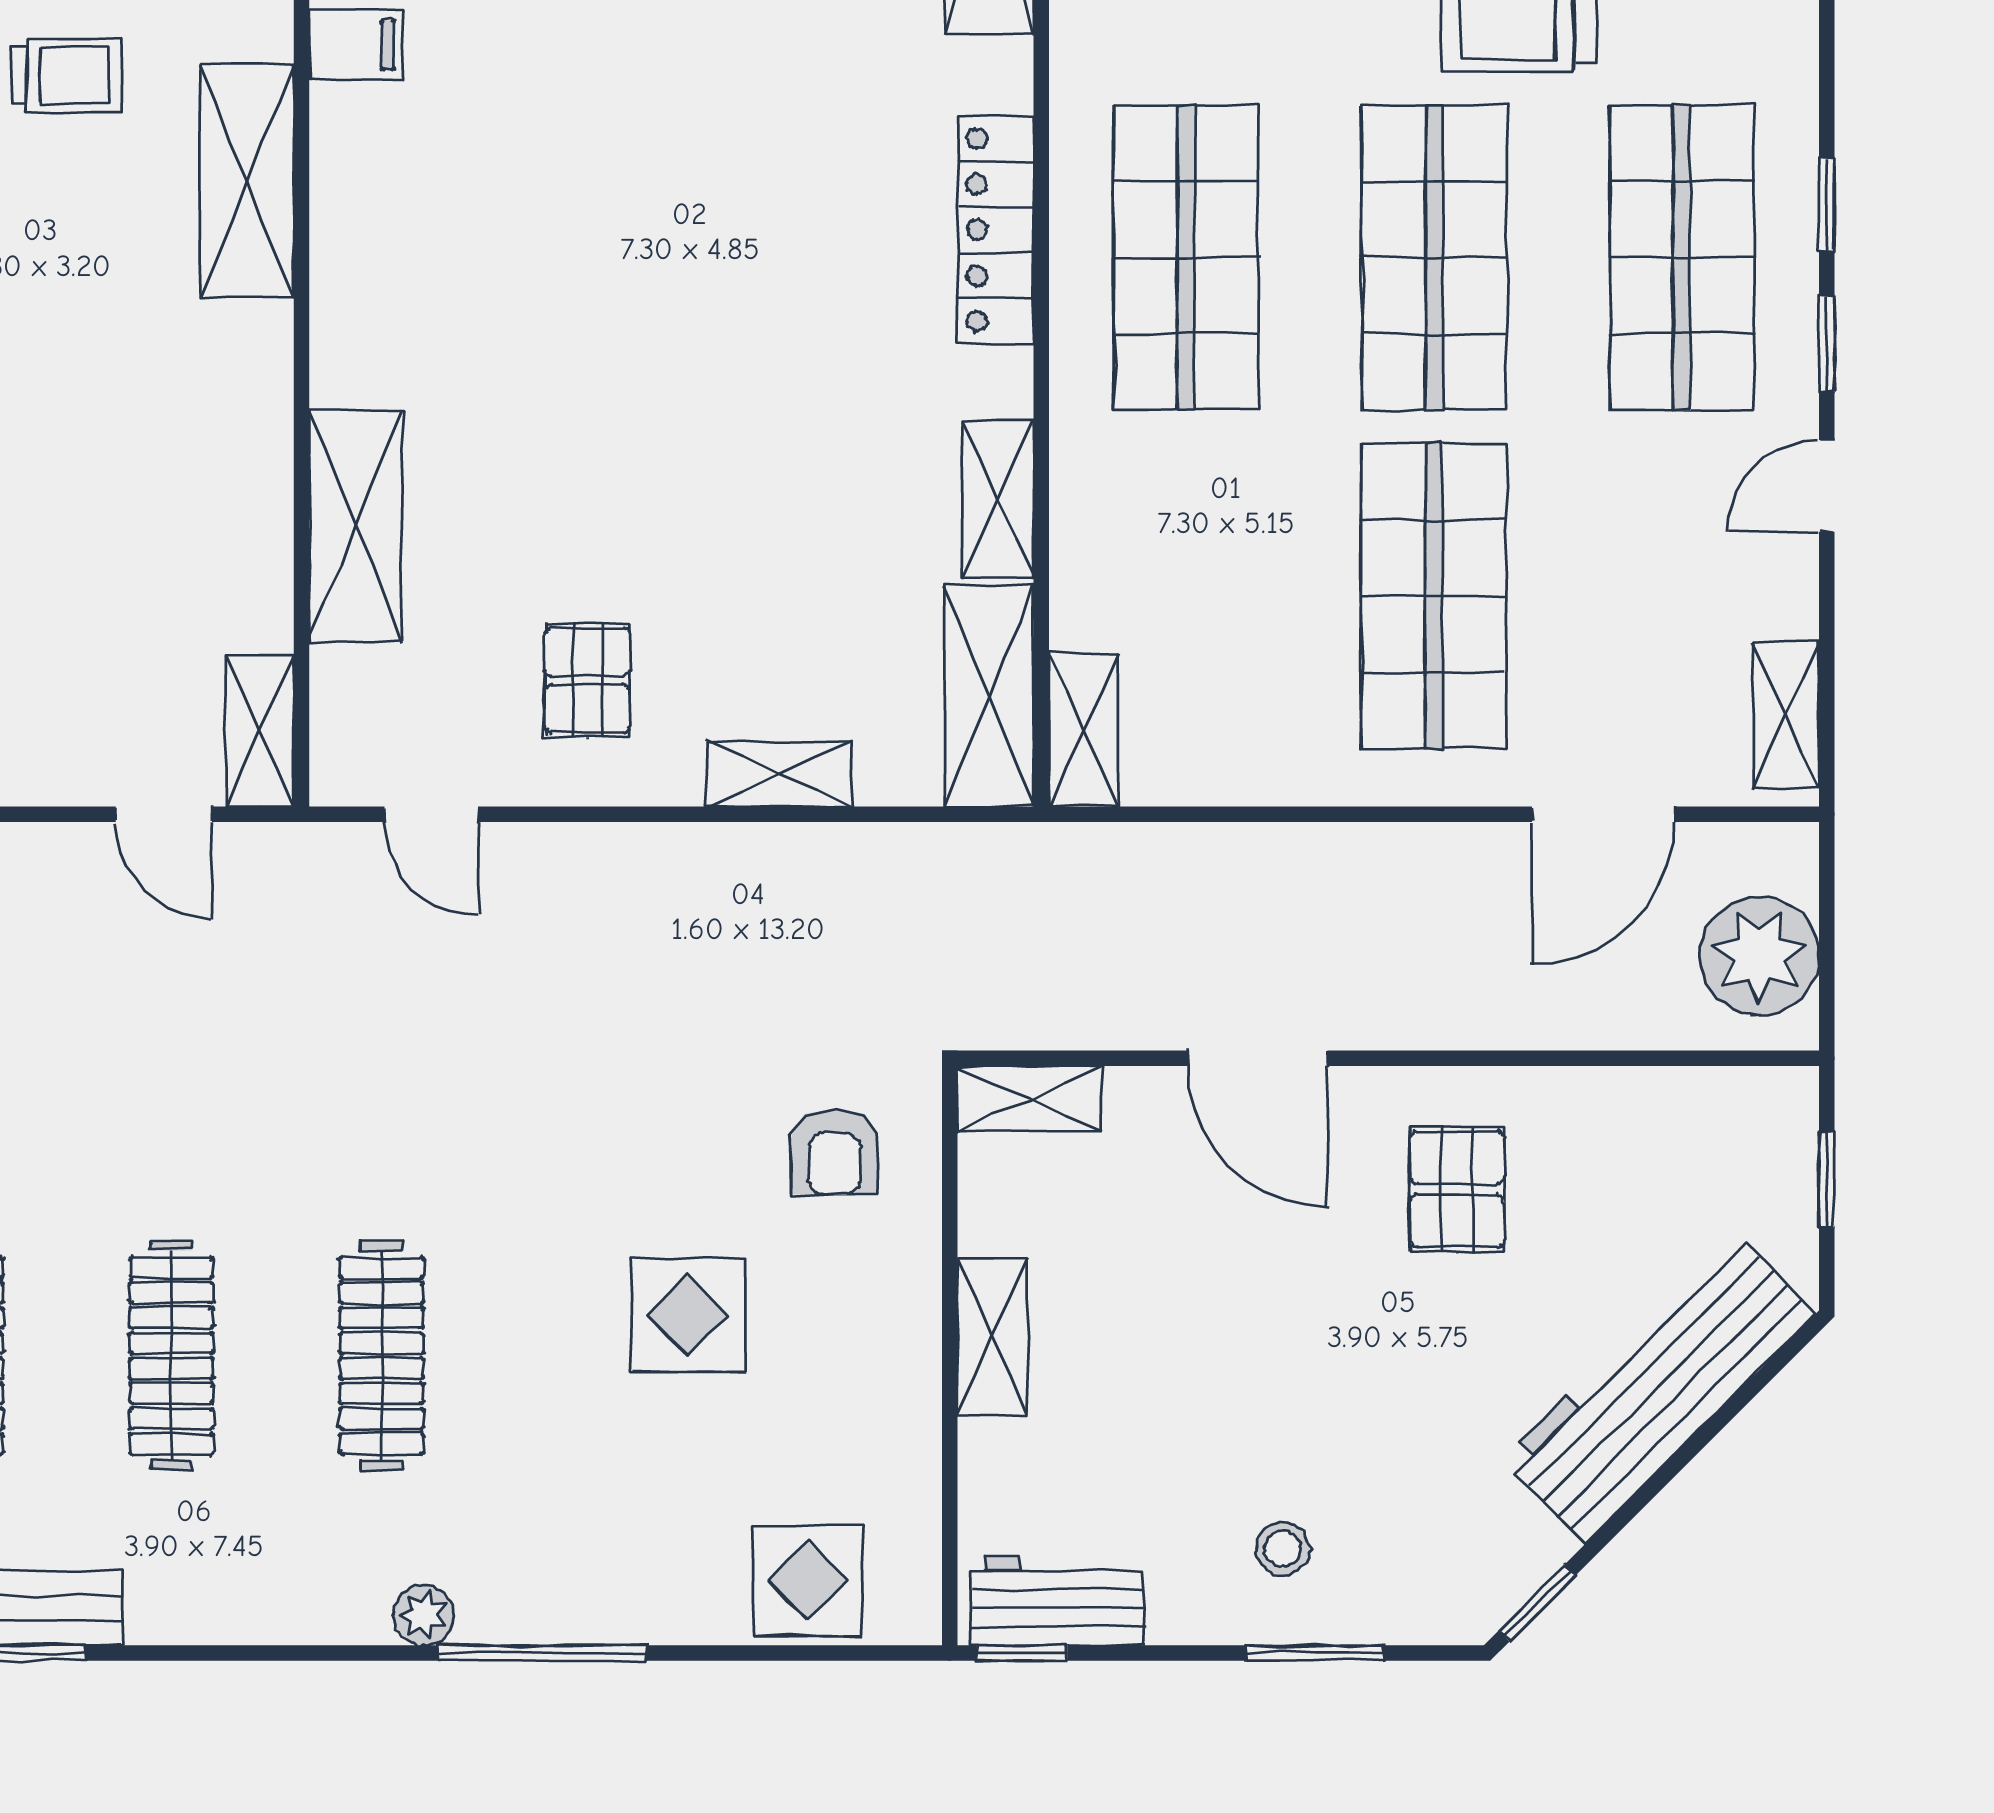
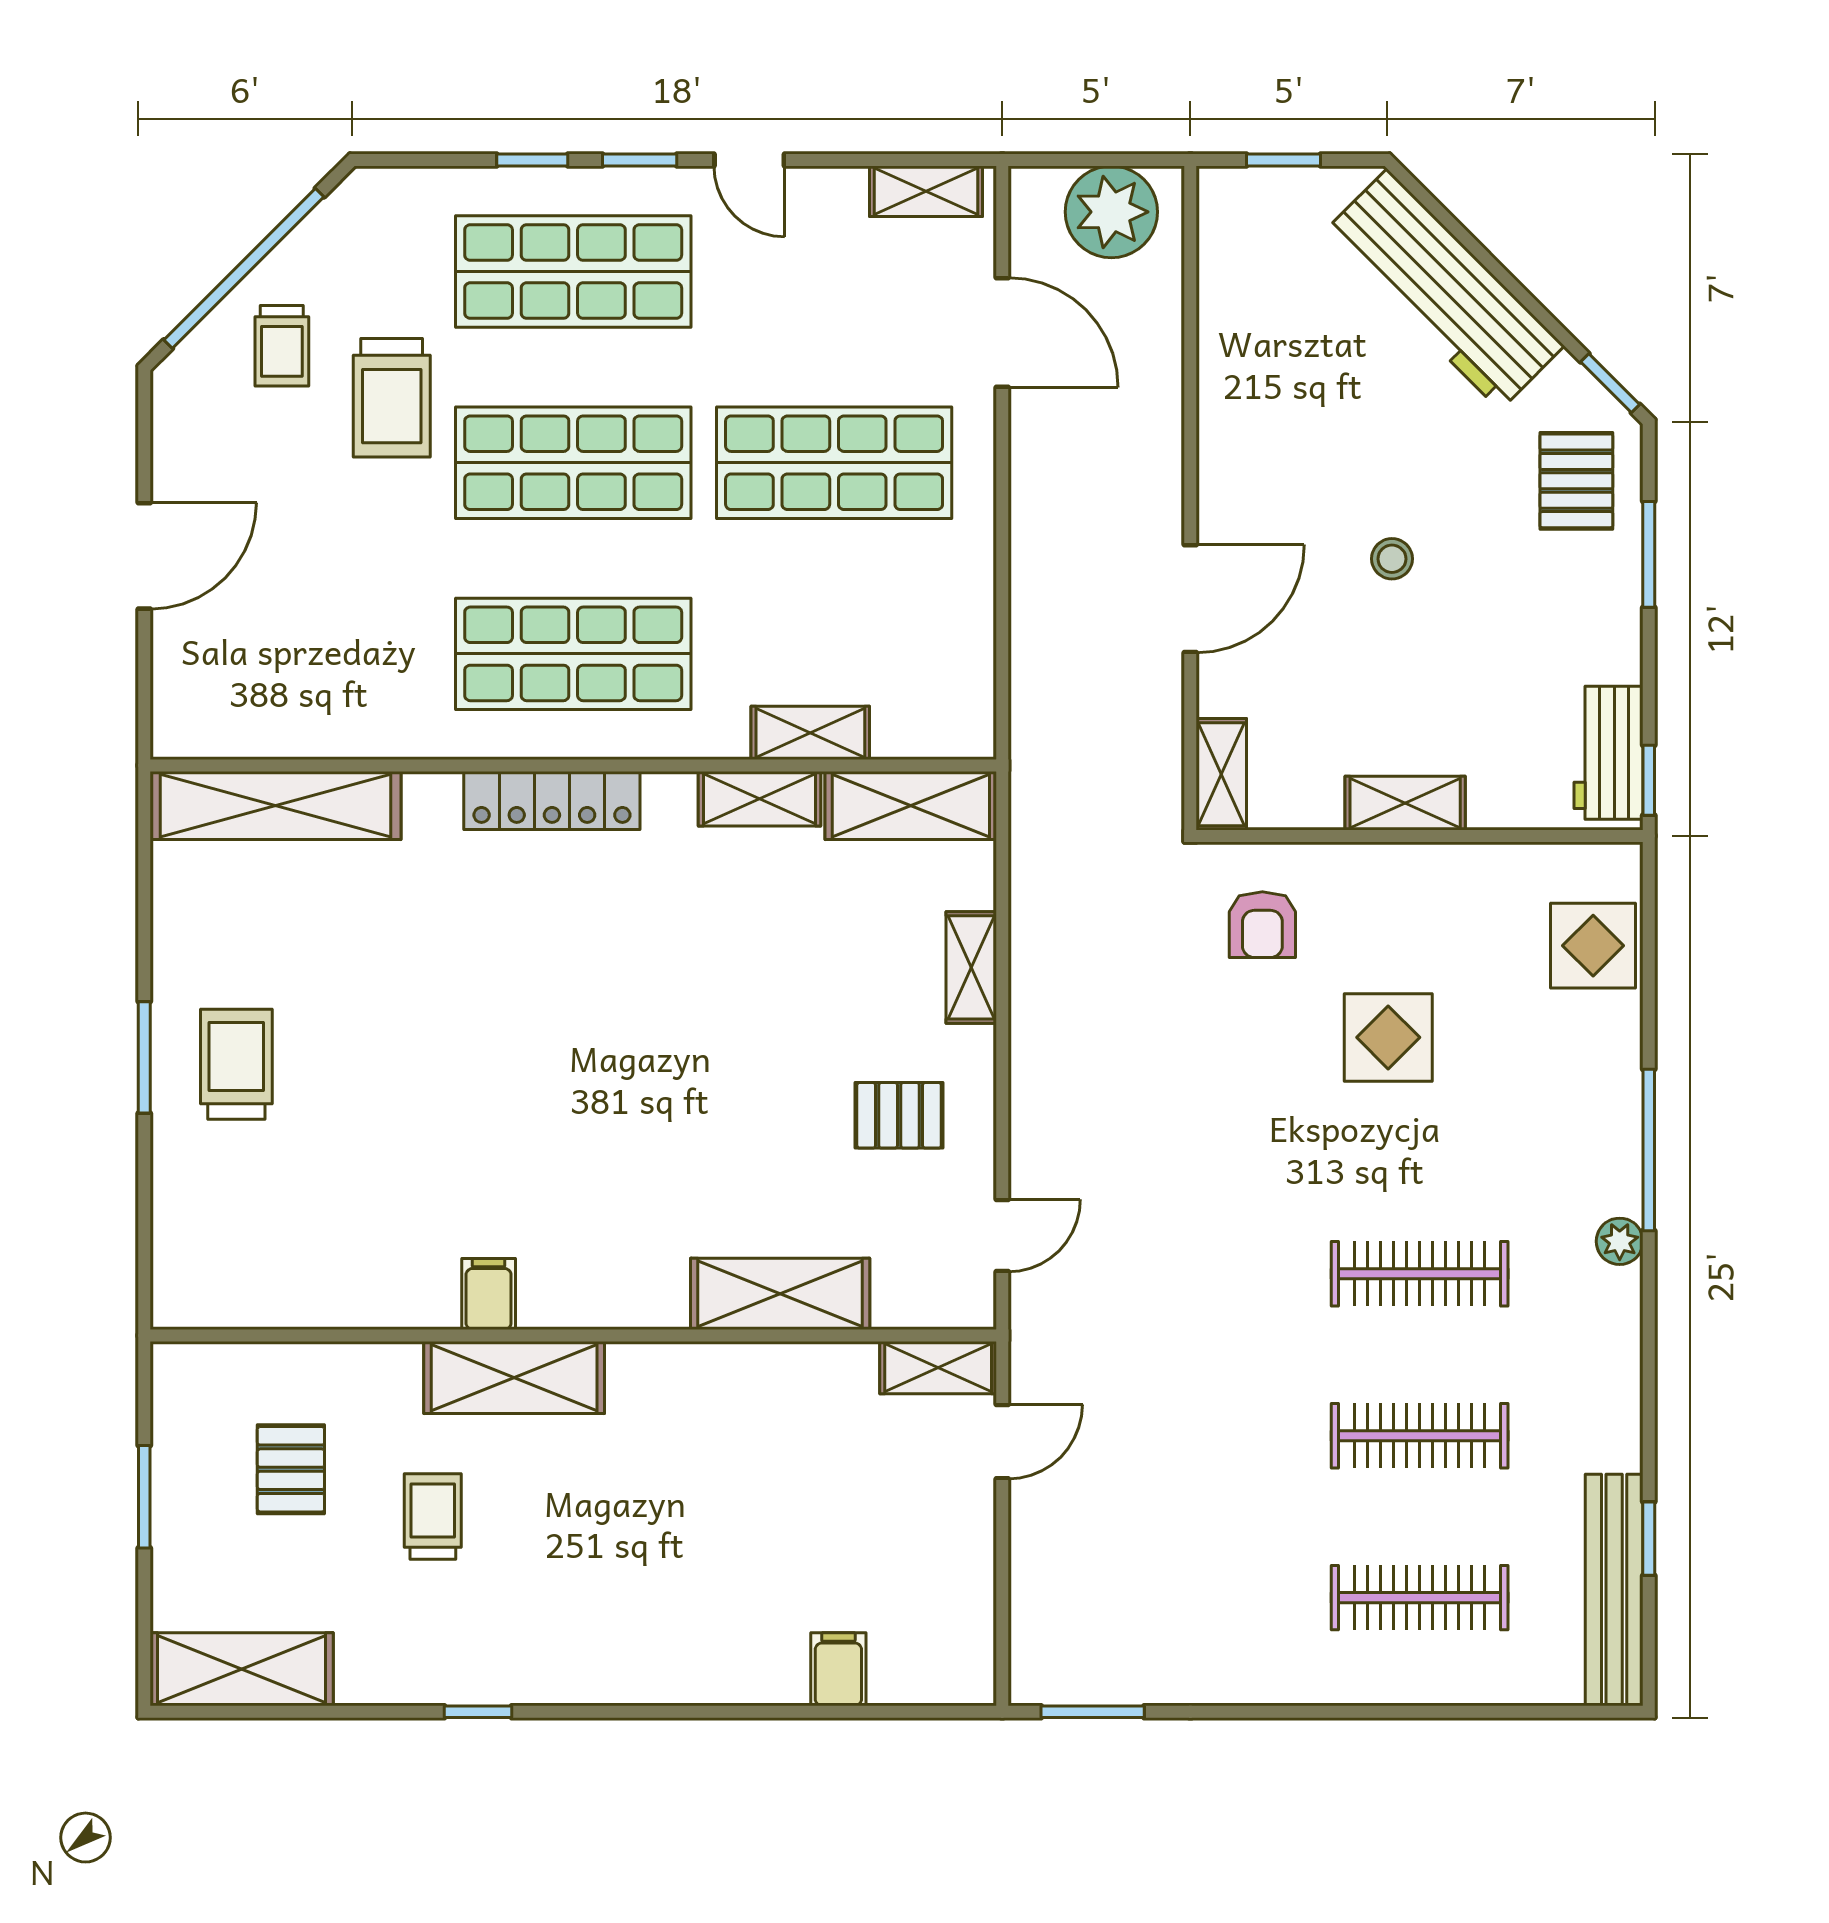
filing cabinet: (355, 45) -> (489, 1294), moved
shelving: (1083, 730) -> (810, 733), moved
armchair: (834, 1152) -> (1262, 925), turned 90
pallet: (1457, 1189) -> (1576, 481), moved, turned 90
stool: (1283, 1549) -> (1392, 559), moved

